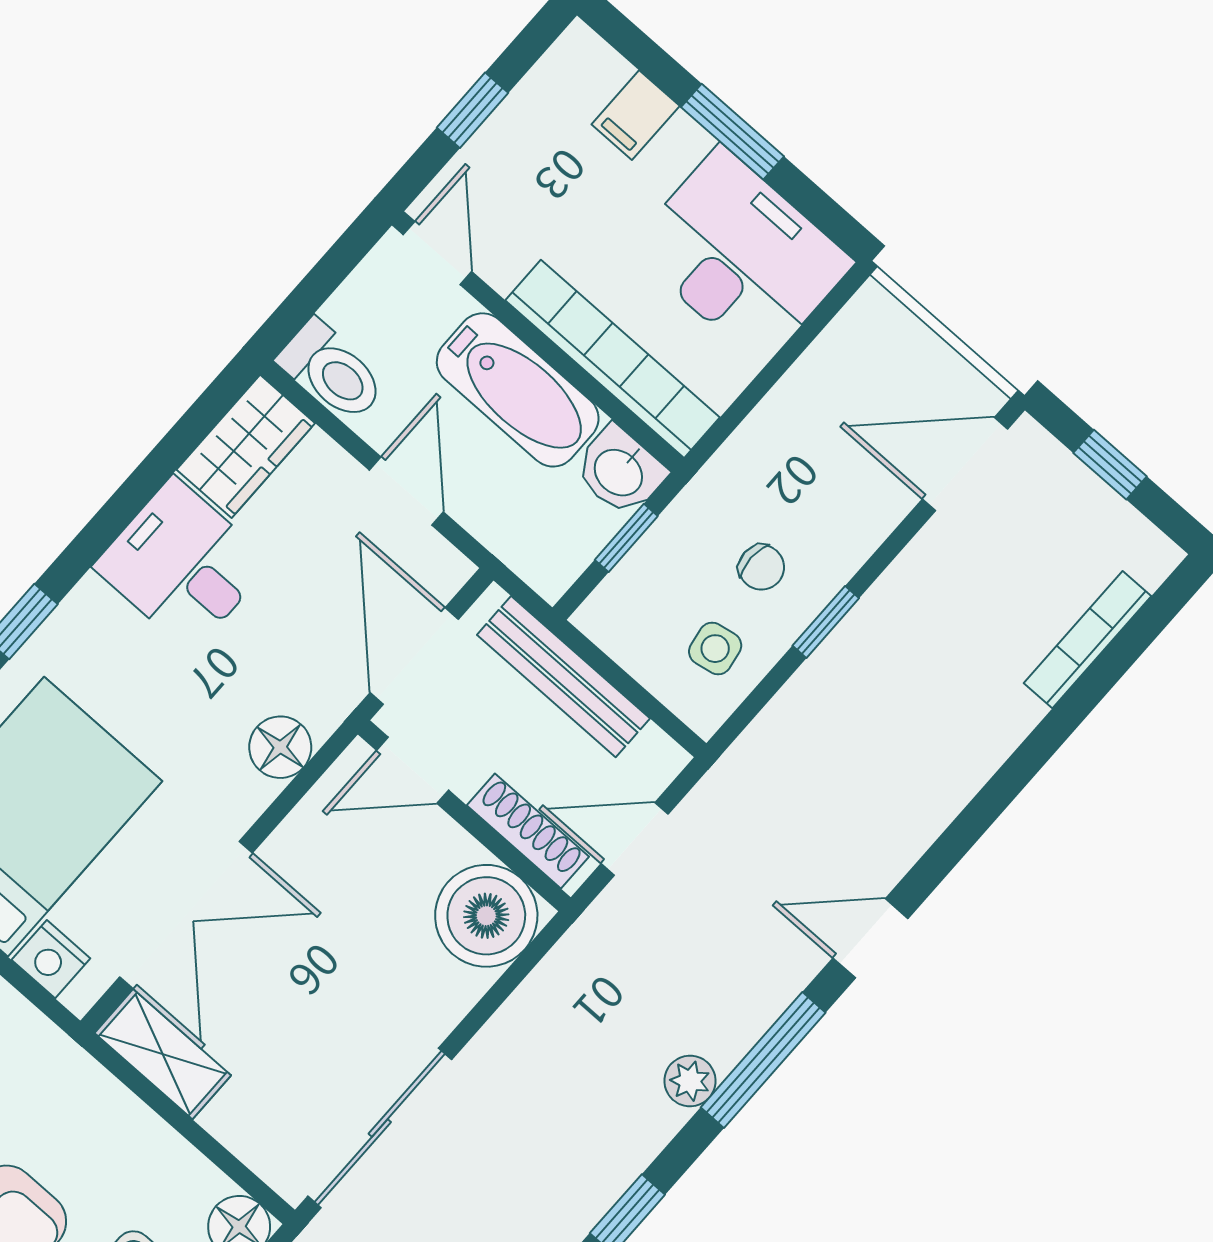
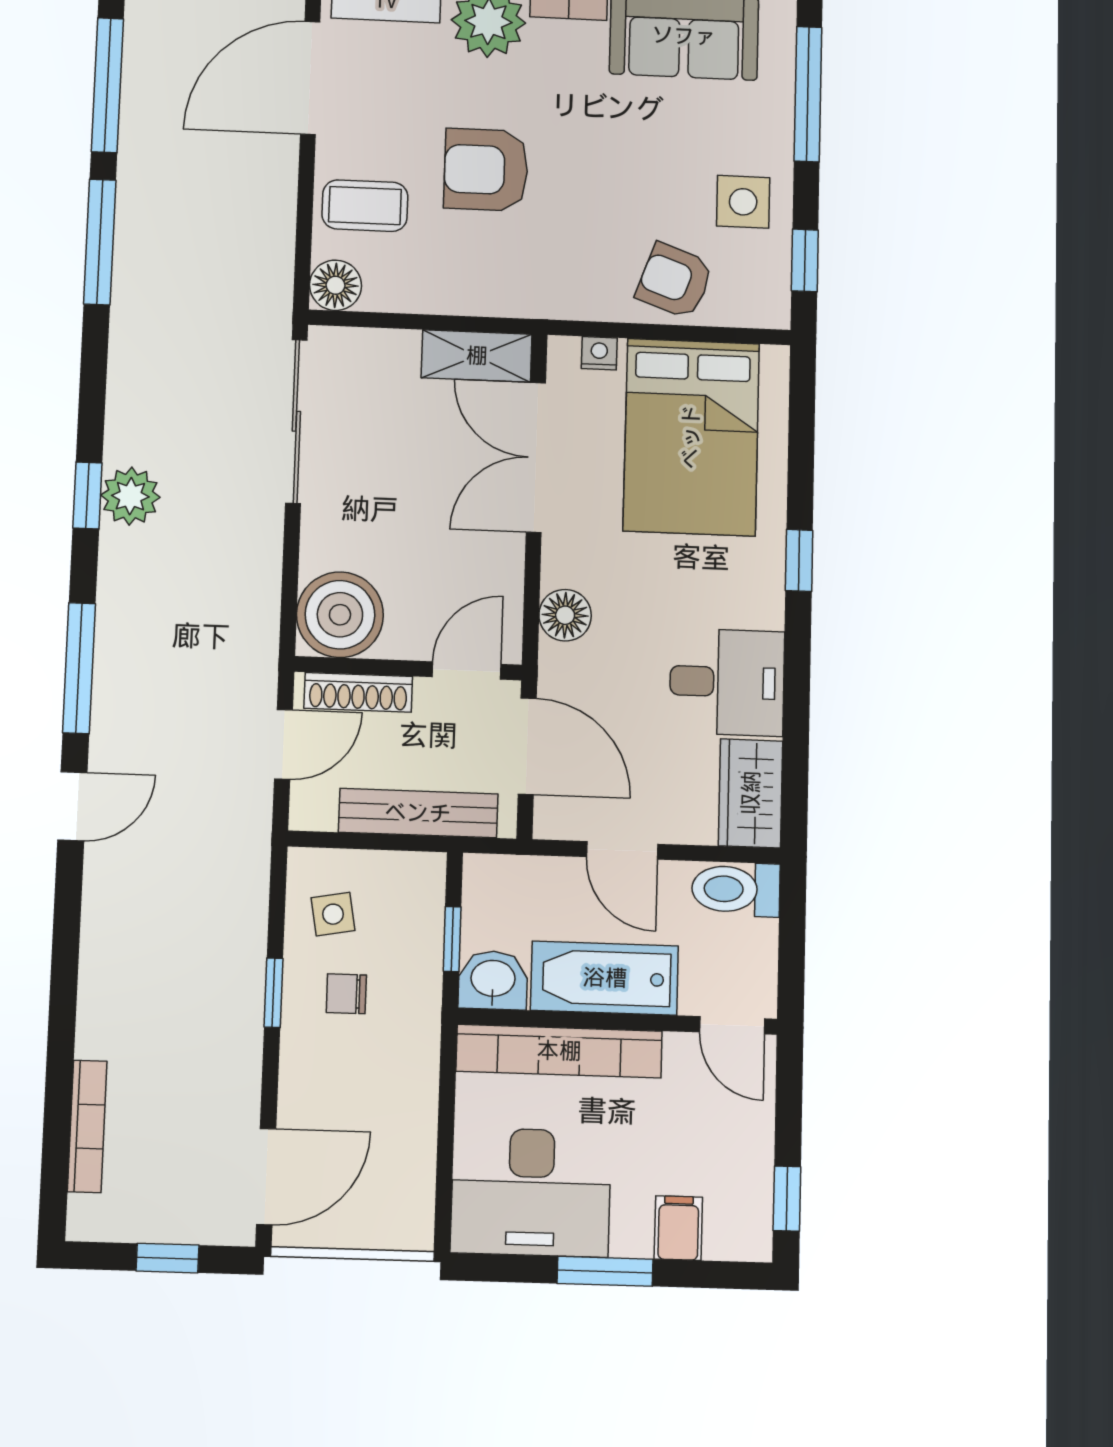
window: (472, 110) -> (787, 1199), moved
nightstand: (51, 959) -> (599, 353), width x0.72, depth x0.74
plant: (690, 1081) -> (130, 496), moved, width x1.38, depth x1.38

